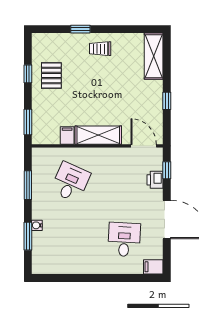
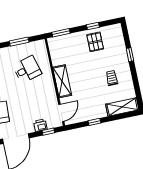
trolley: (100, 49) -> (112, 78), moved
pallet: (51, 75) -> (95, 42), turned 90
filing cabinet: (67, 135) -> (58, 61), removed
desk: (70, 182) -> (27, 69), turned -39

